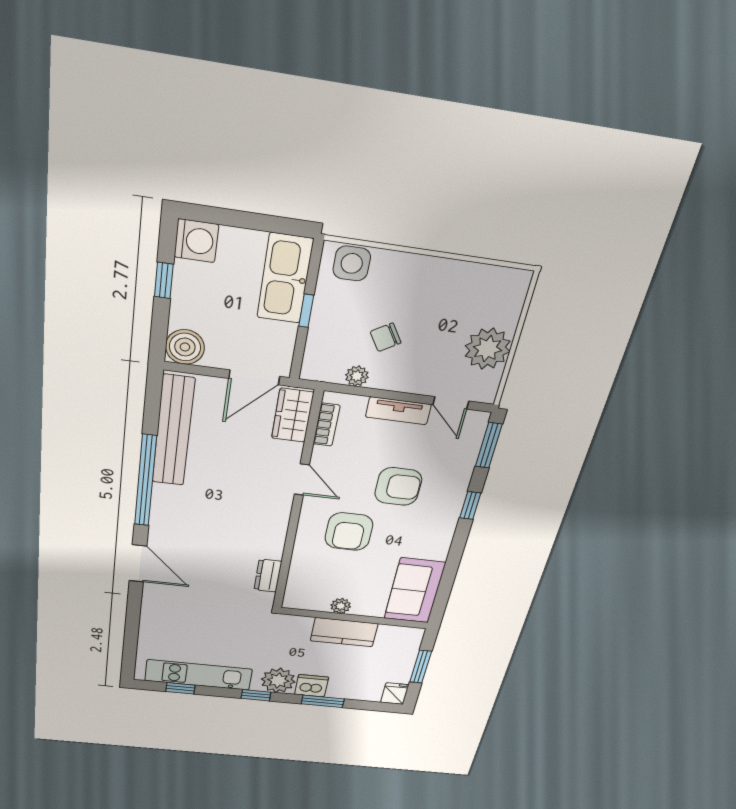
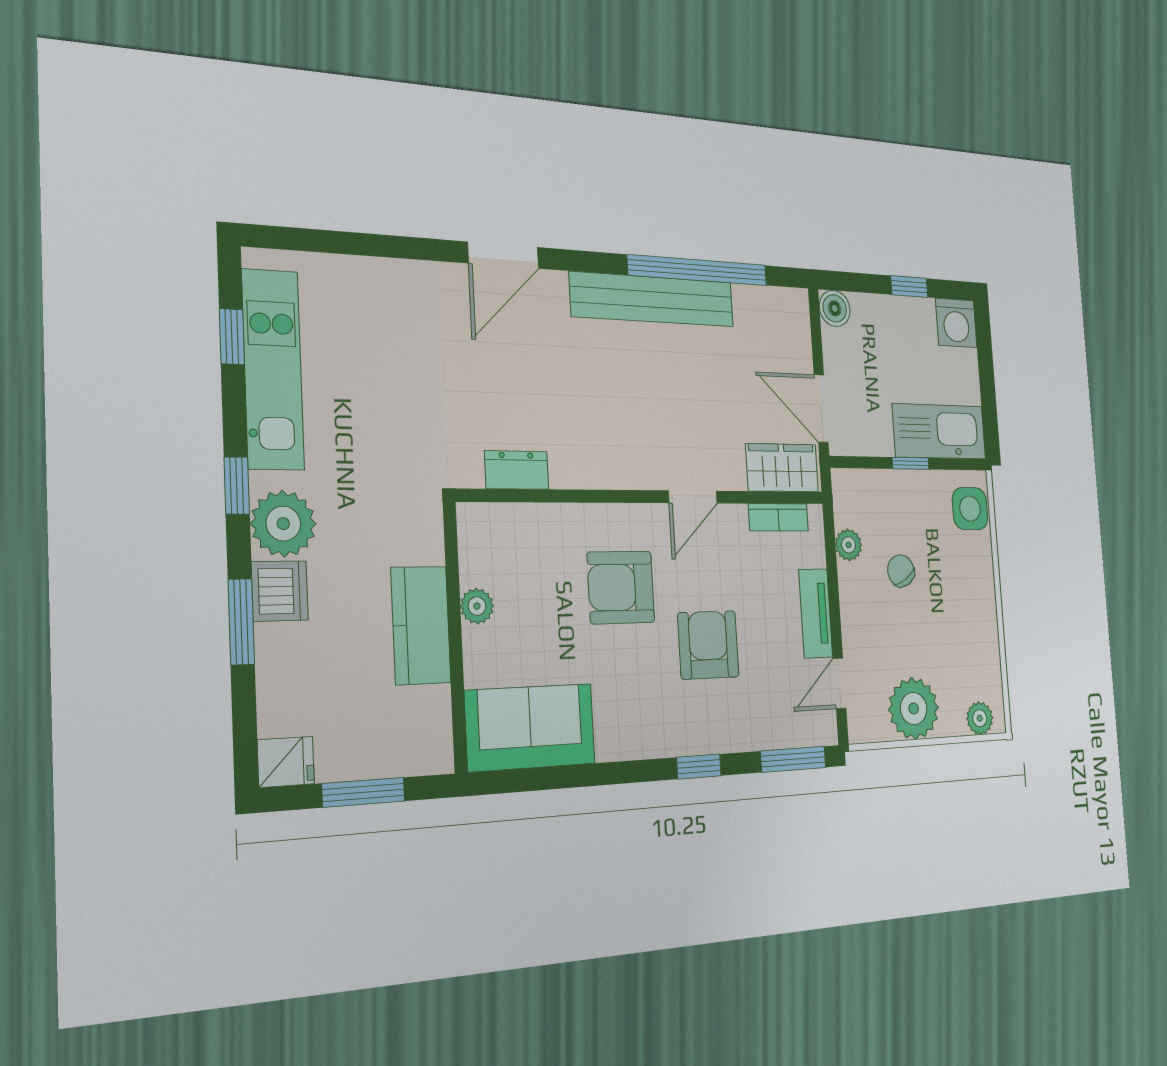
plant: (515, 293) -> (980, 718), added
boiler: (185, 347) -> (835, 308), width x0.73, depth x0.73
bench: (173, 431) -> (653, 299), moved
window: (145, 481) -> (698, 270), moved
armchair: (398, 487) -> (708, 645), turned 180

